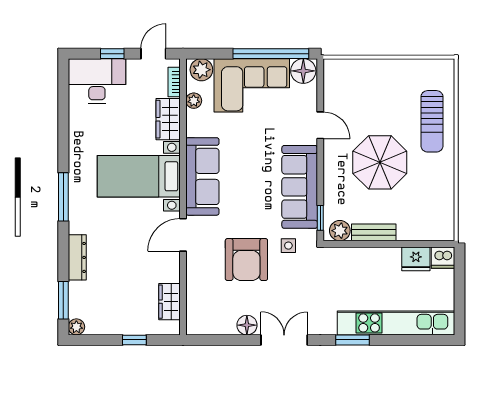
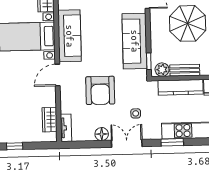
side table: (288, 246) -> (136, 113), moved
kitchen counter: (367, 258) -> (181, 87), added
tv unit: (194, 314) -> (66, 128), added
window: (134, 340) -> (15, 146), moved

